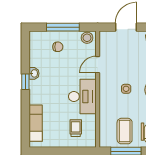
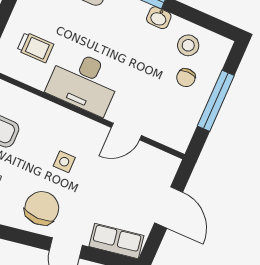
stool: (87, 38) -> (188, 45), moved
door: (98, 65) -> (126, 131), swing flipped

